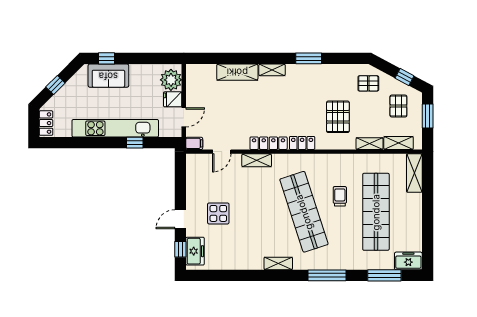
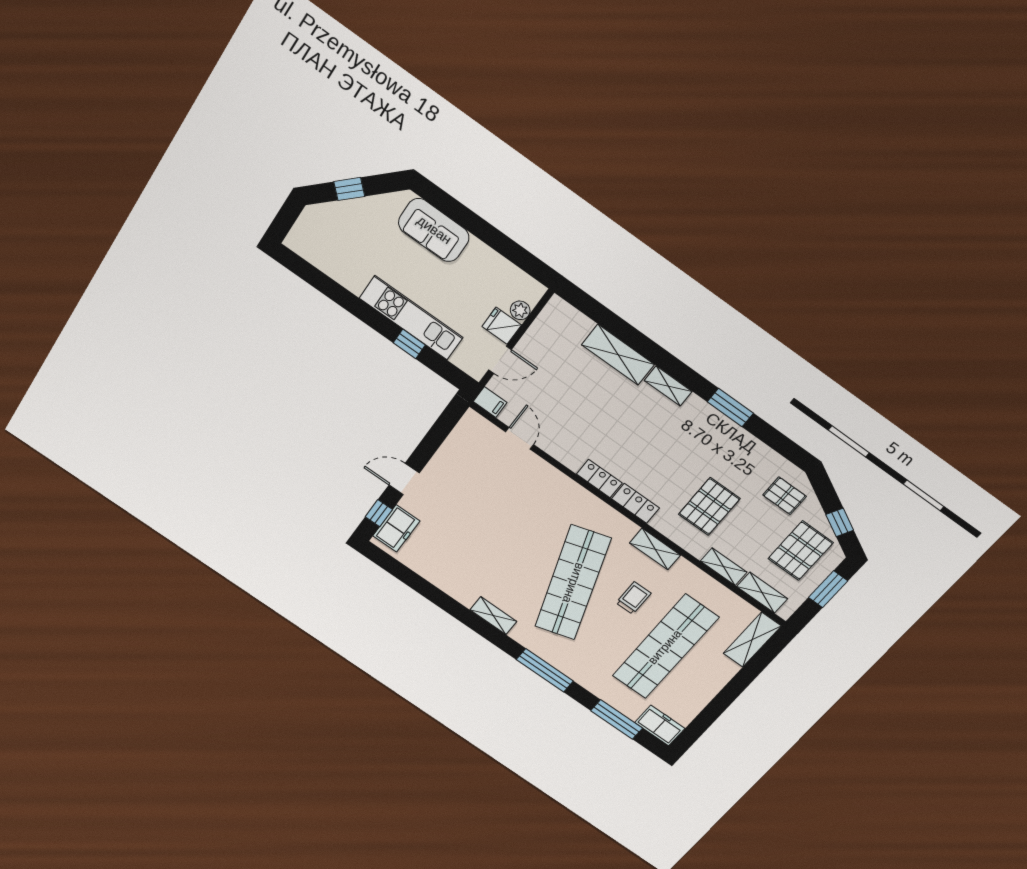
window: (107, 58) -> (447, 205), removed
plant: (171, 80) -> (520, 310), width x0.53, depth x0.53
pallet: (398, 106) -> (801, 551), width x1.50, depth x1.42
locker: (46, 123) -> (302, 231), removed
kitchen unit: (115, 128) -> (411, 318), width x0.73
locker: (269, 143) -> (599, 479), width x0.66
door: (222, 152) -> (520, 438), swing flipped
shelving: (257, 160) -> (655, 549), moved
display table: (218, 213) -> (459, 507), removed

